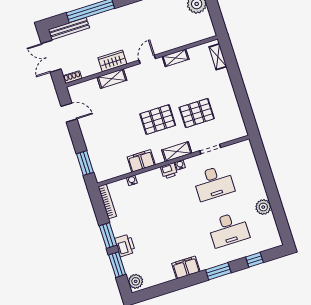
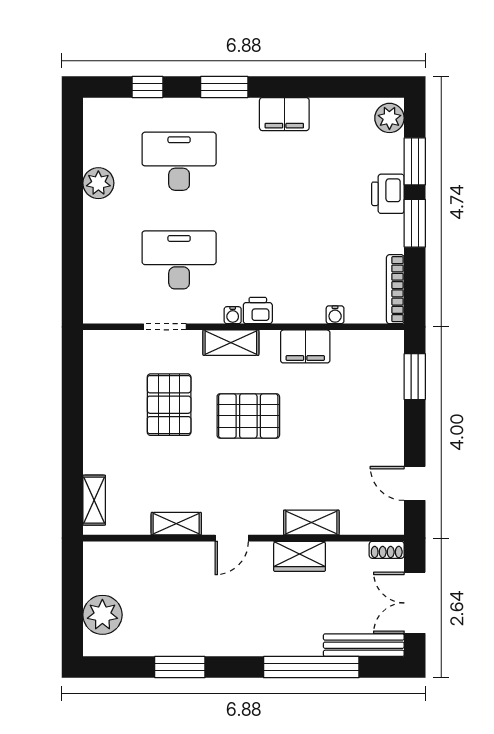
double door: (51, 56) -> (415, 603), swing flipped
pallet: (197, 113) -> (169, 405), turned 90

